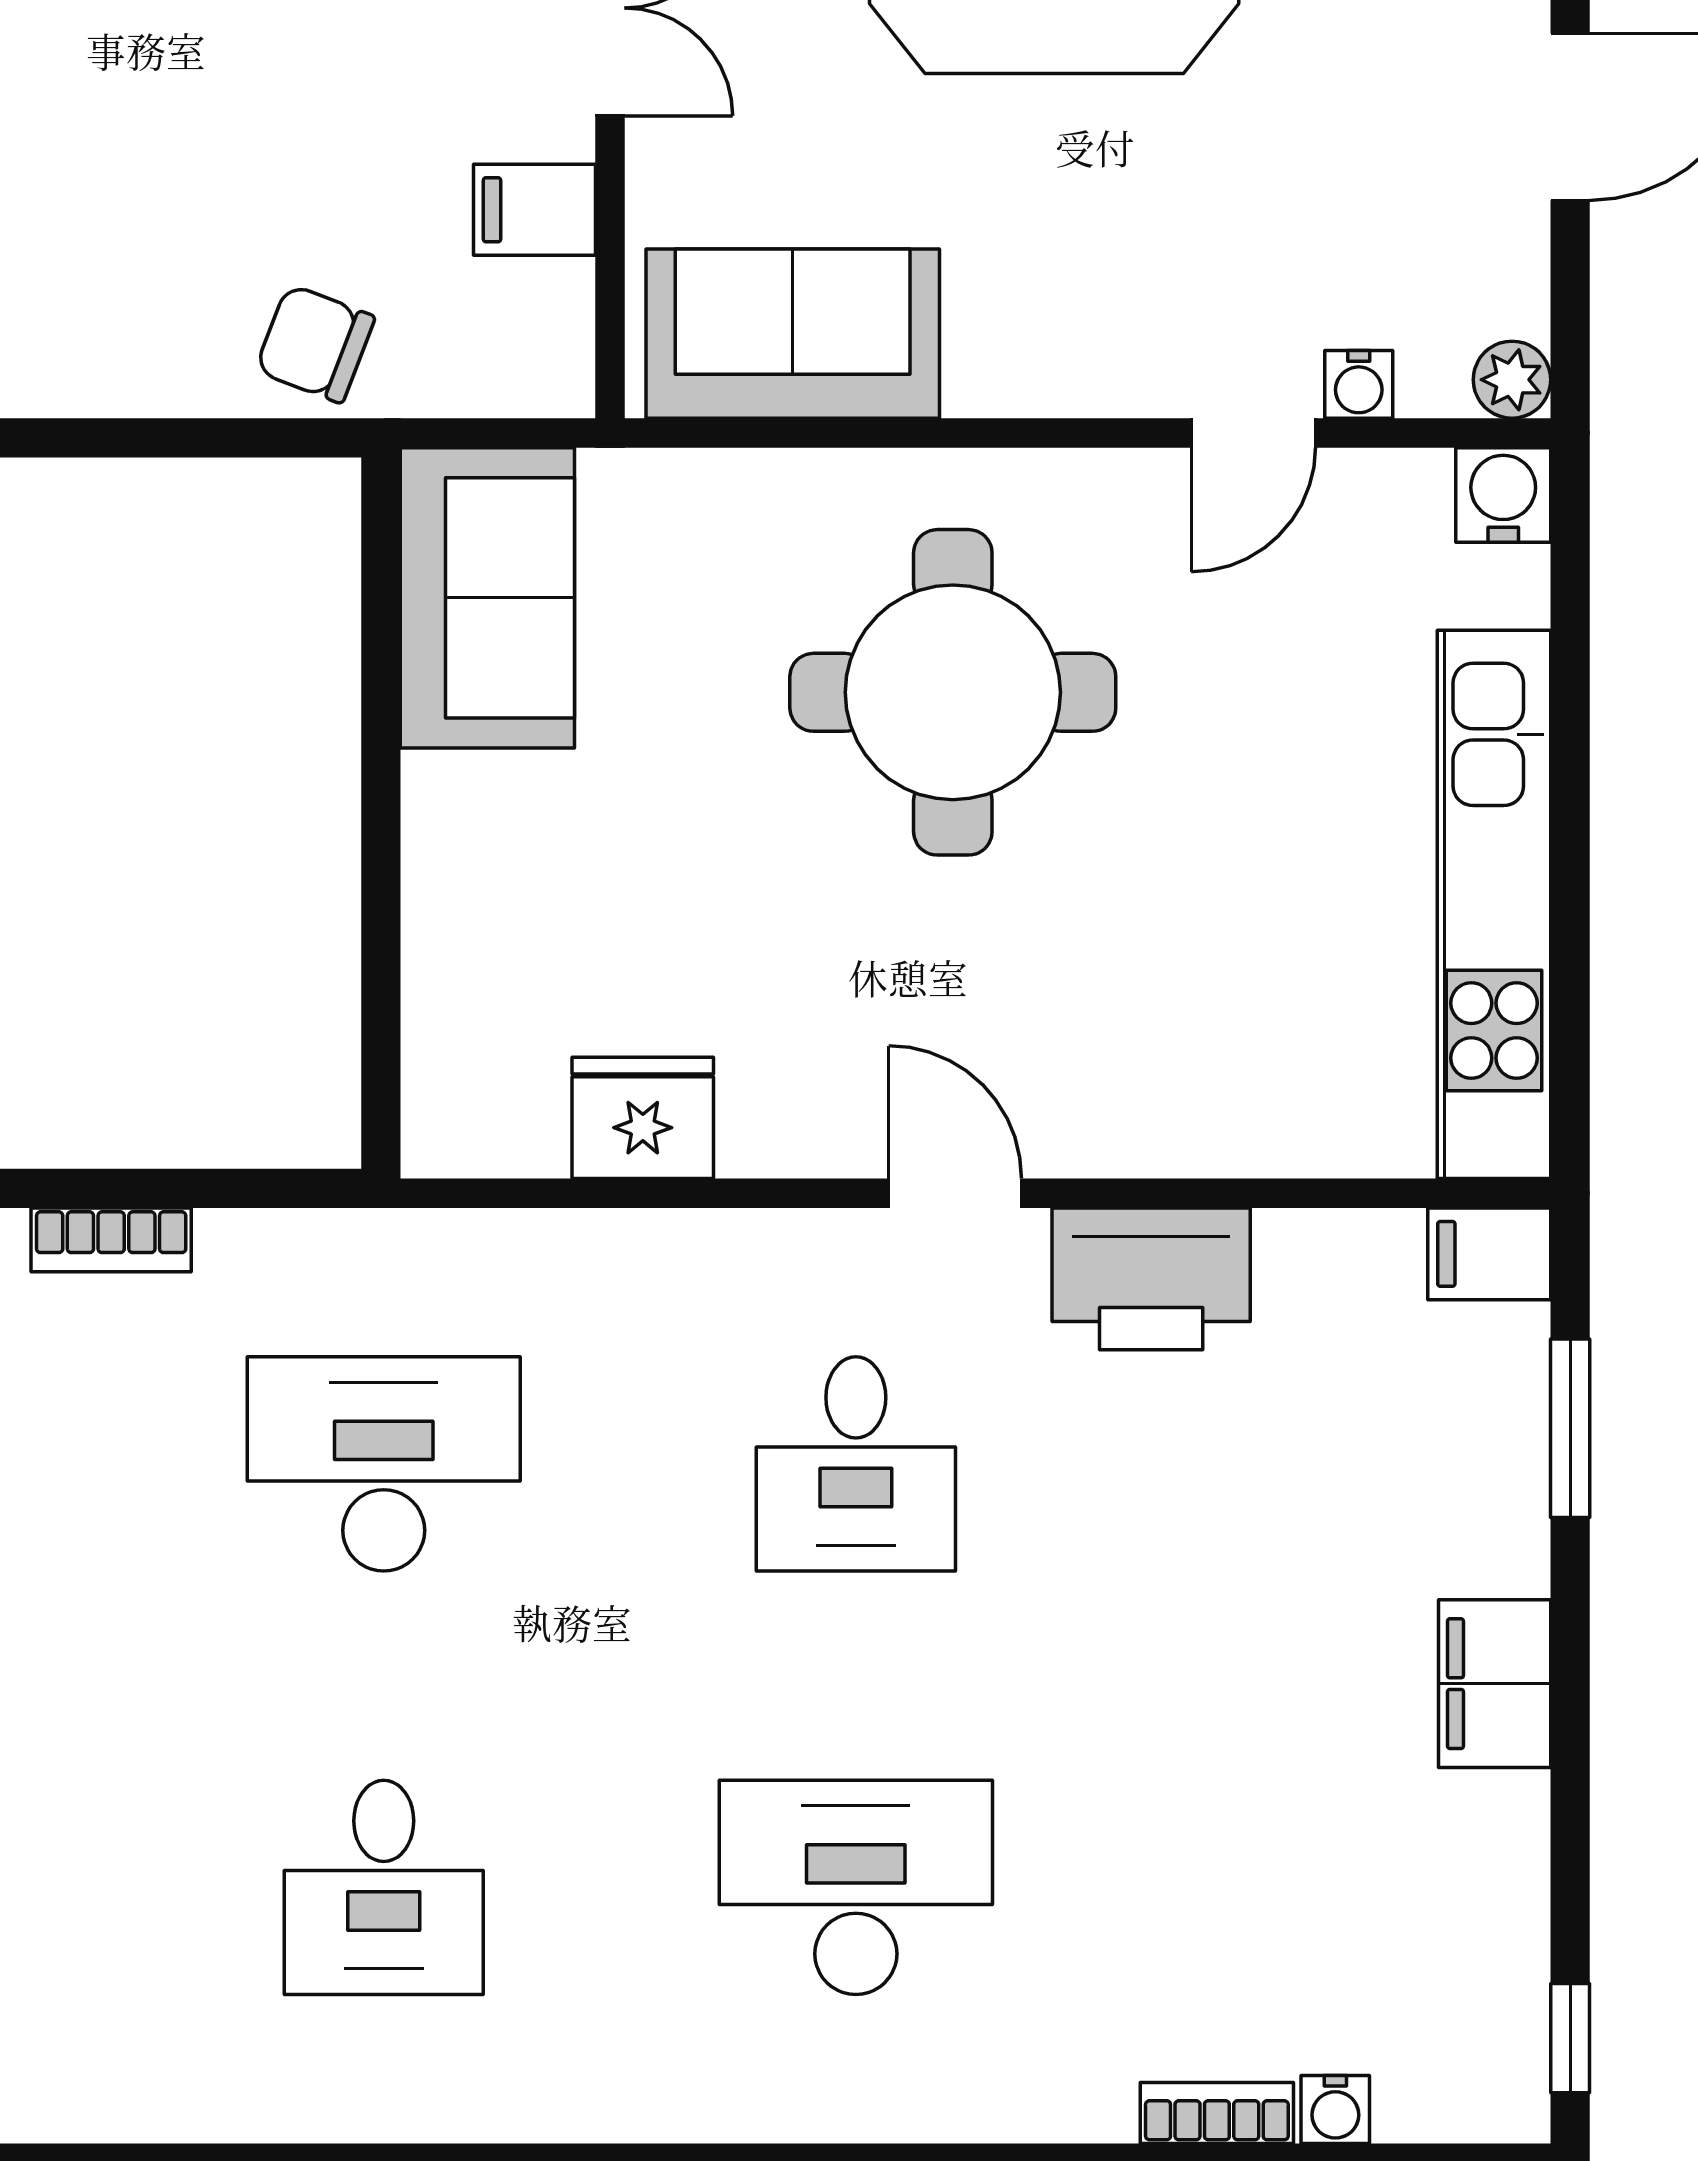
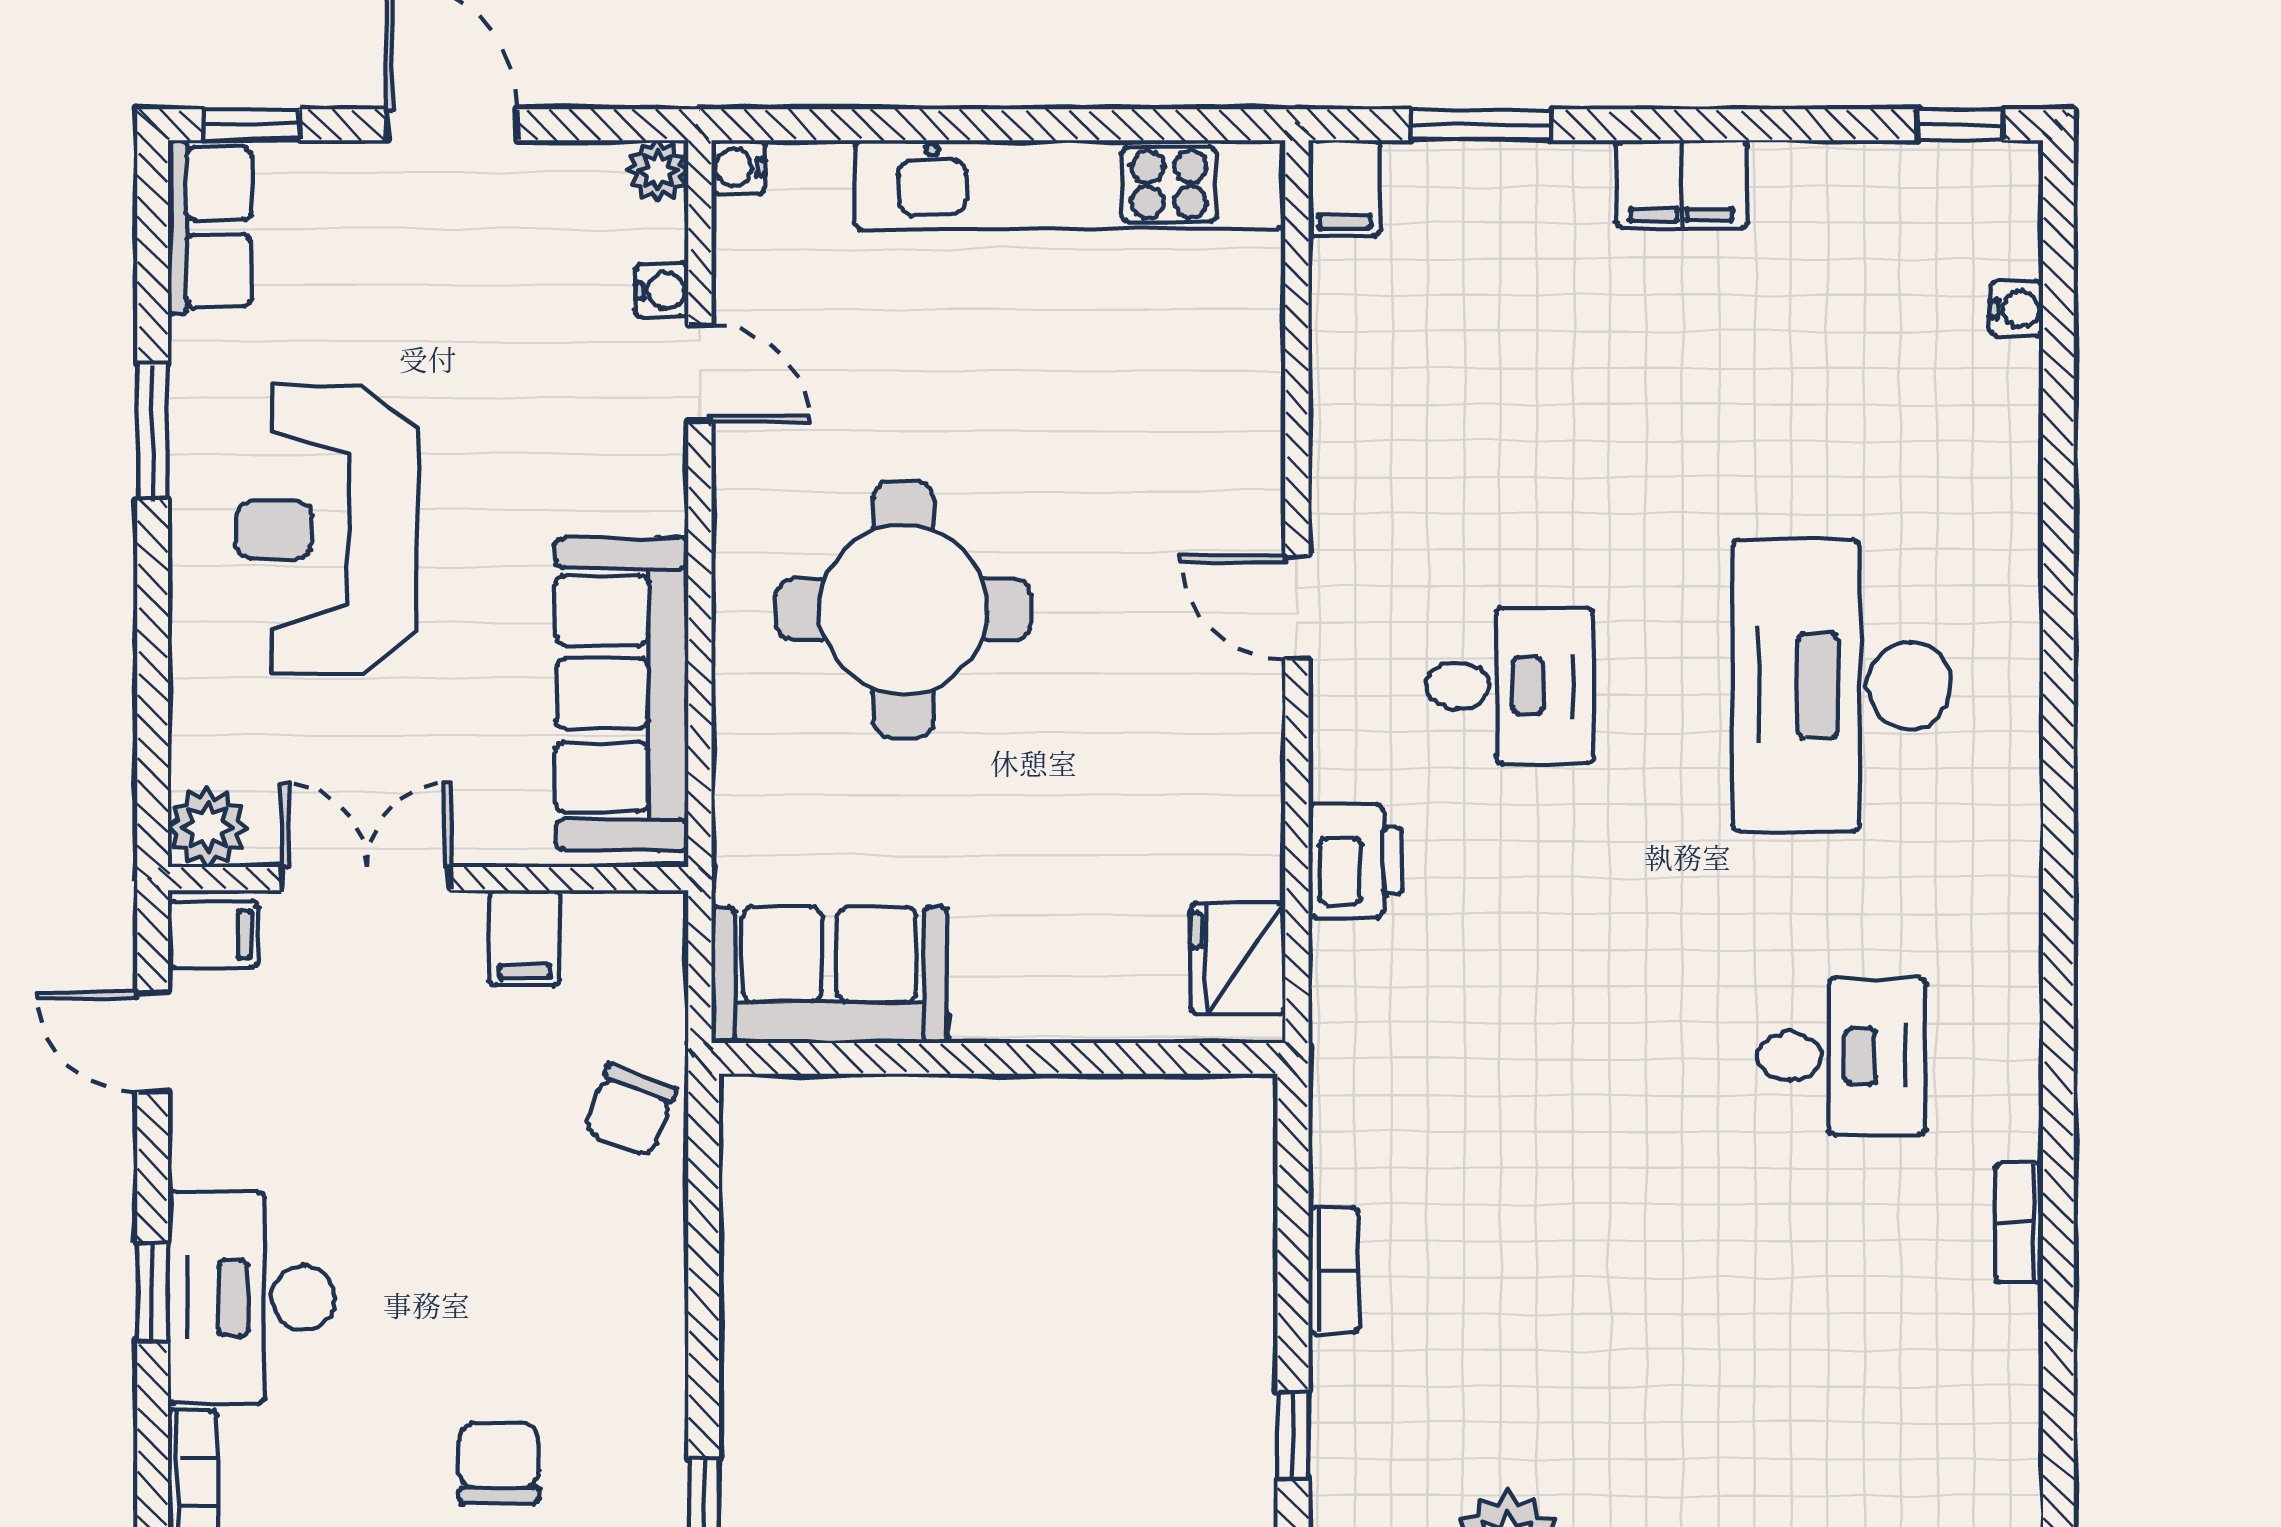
sofa: (793, 334) -> (622, 694), width x1.36
water cooler: (1503, 495) -> (738, 167), width x0.72, depth x0.72
fridge: (643, 1118) -> (1238, 959), moved
door: (955, 1193) -> (1297, 608), hinge flipped
printer: (1151, 1279) -> (1355, 861), moved, width x0.73, depth x0.84
desk: (384, 1464) -> (1509, 1056), removed
desk: (856, 1887) -> (1842, 686), width x1.36, depth x1.30
bookcase: (1217, 2113) -> (2019, 1223), moved

